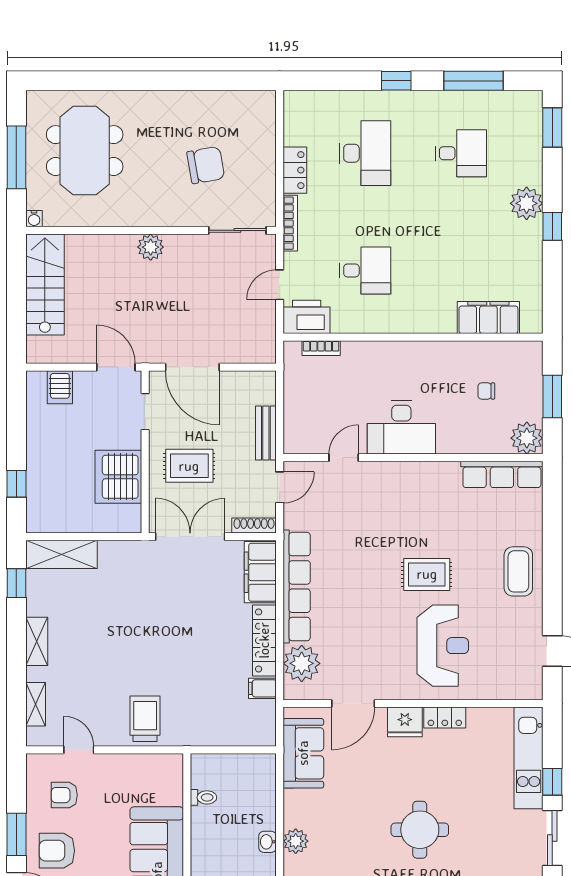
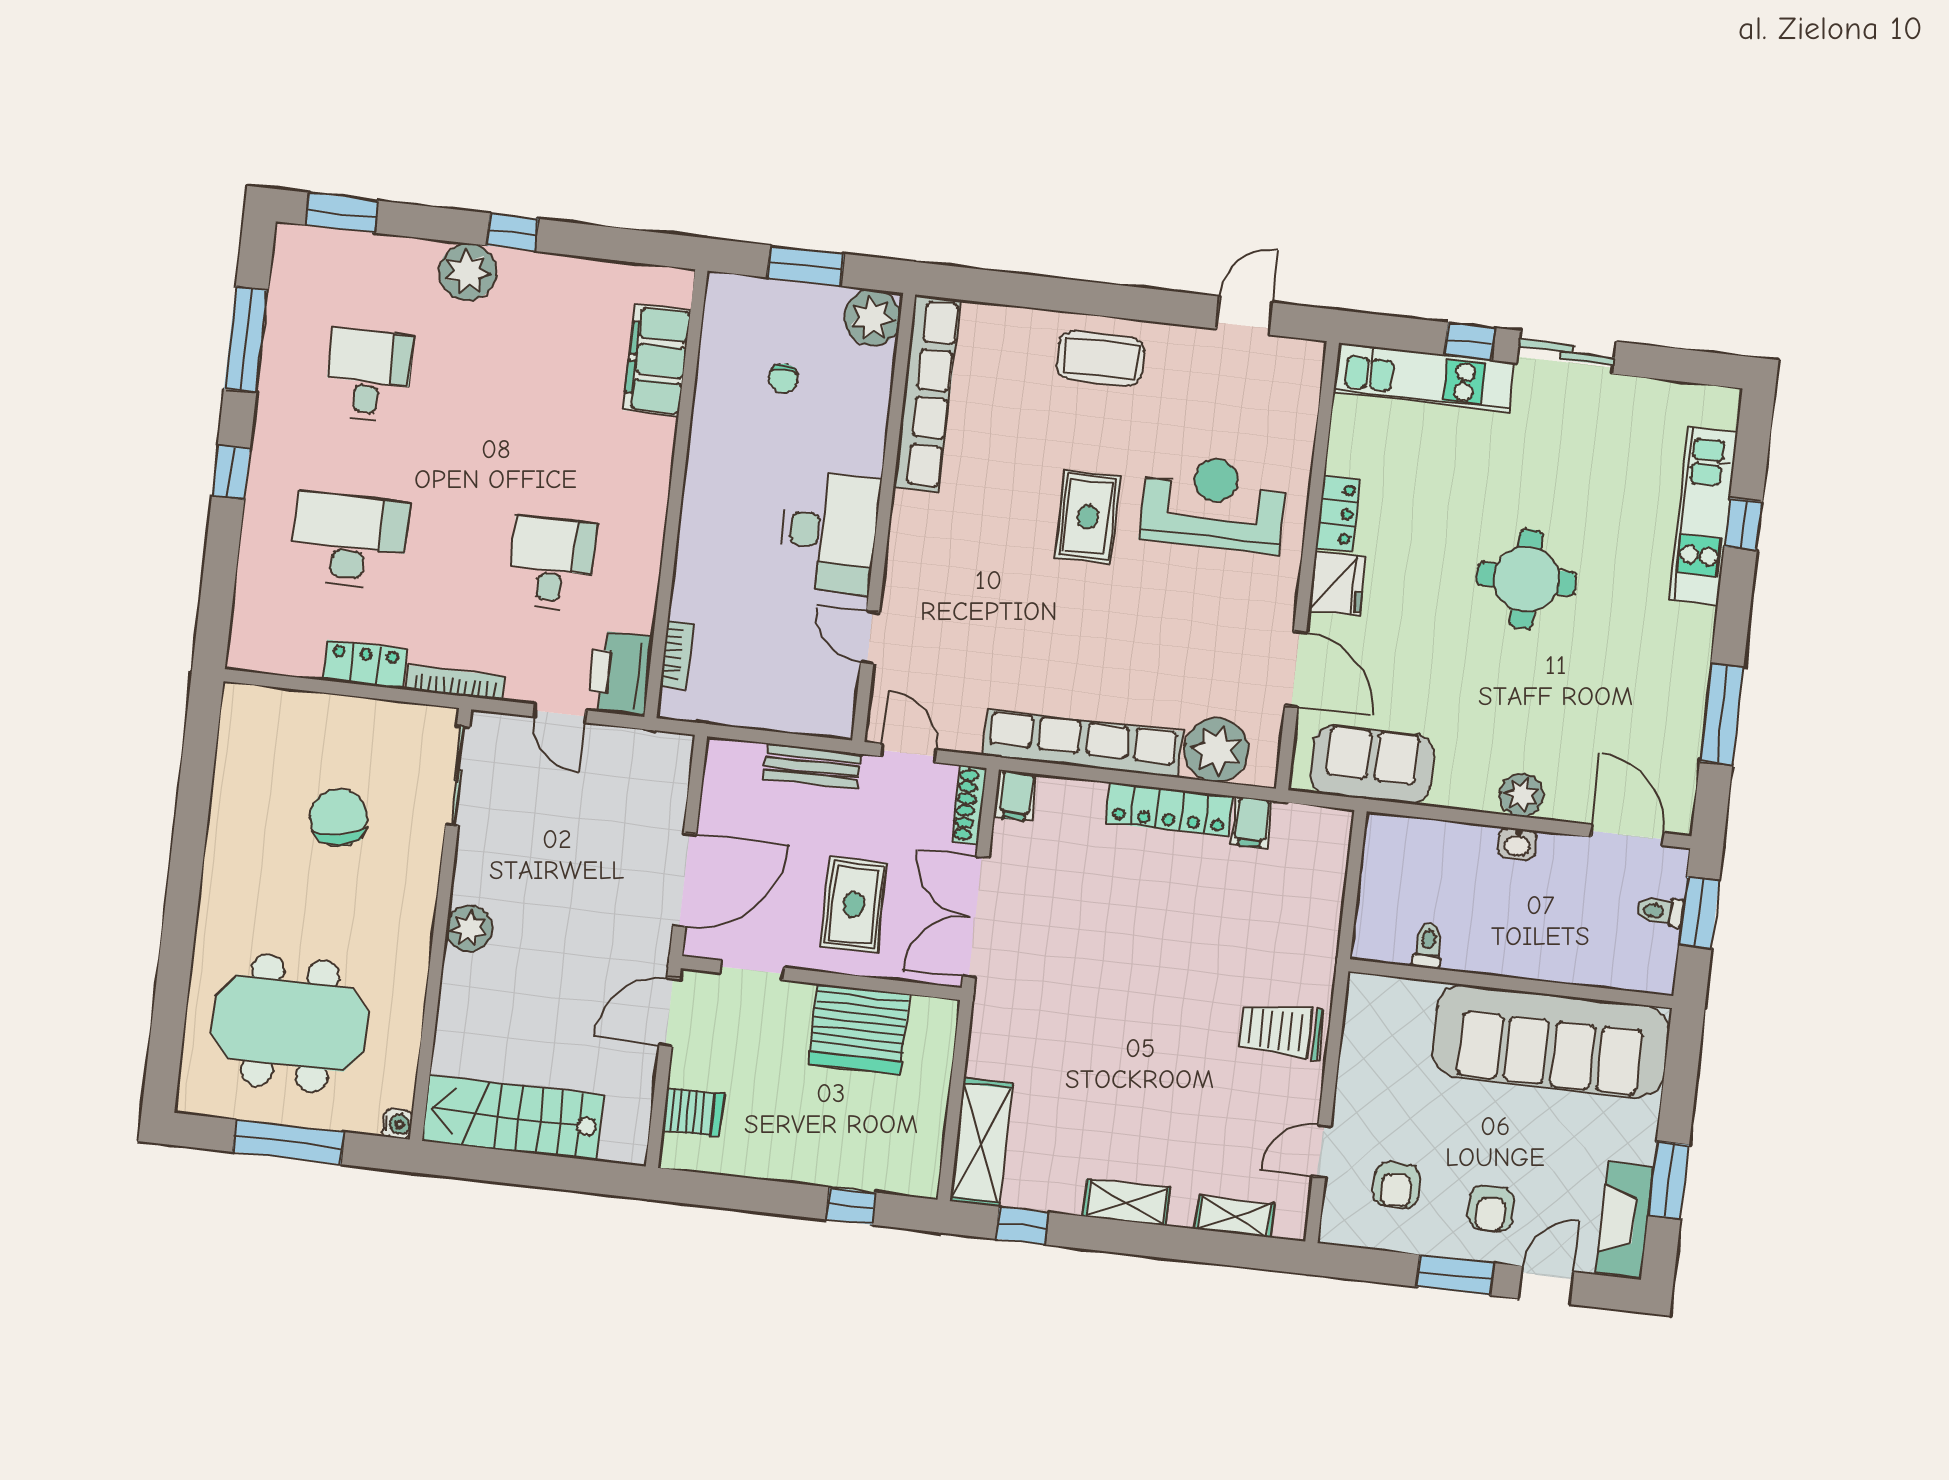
row of seats: (502, 474) -> (927, 393), width x1.36
filing cabinet: (260, 572) -> (1016, 795), width x0.33, depth x0.86
armchair: (57, 851) -> (1491, 1208), width x0.72, depth x0.72

